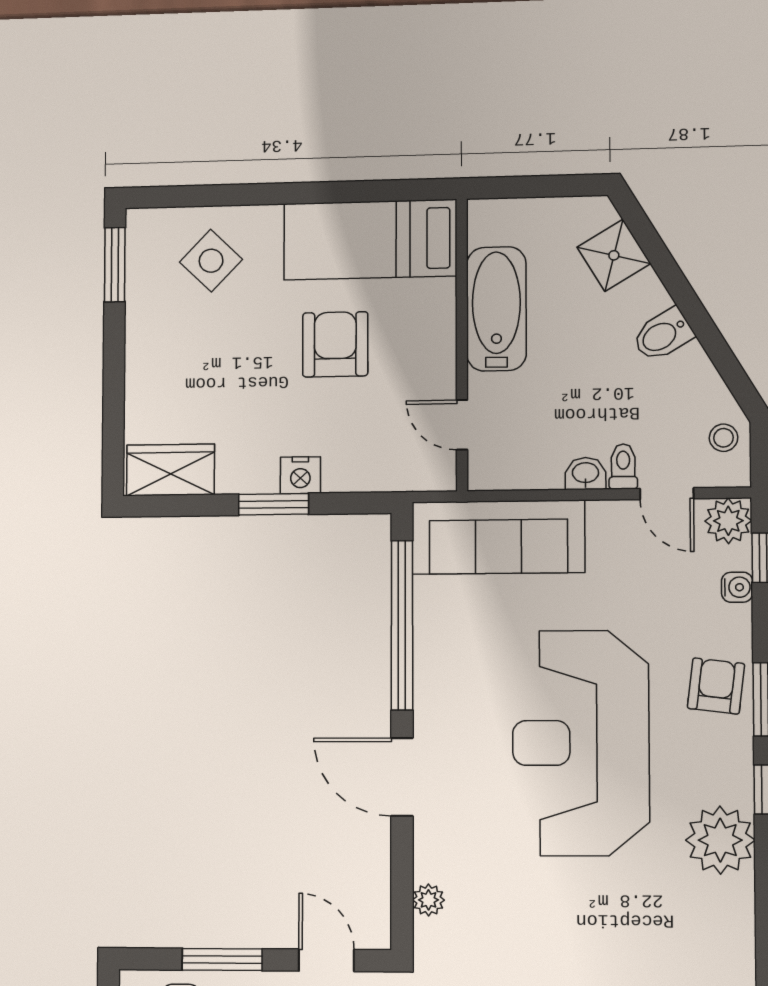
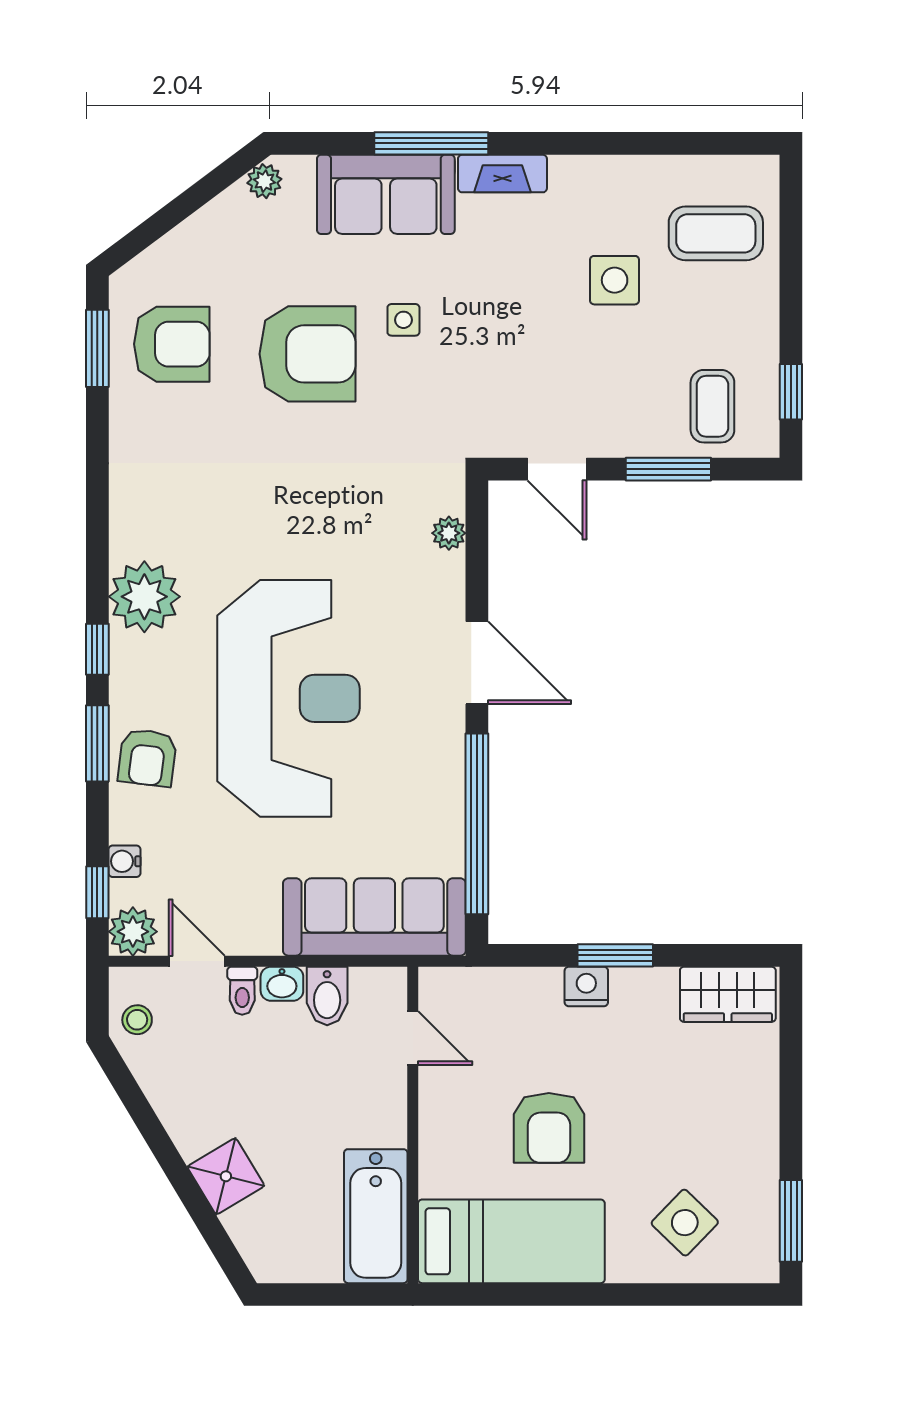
shower: (614, 255) -> (226, 1176), moved
bathtub: (496, 309) -> (376, 1216), moved
bidet: (663, 335) -> (327, 996), moved, turned 121

